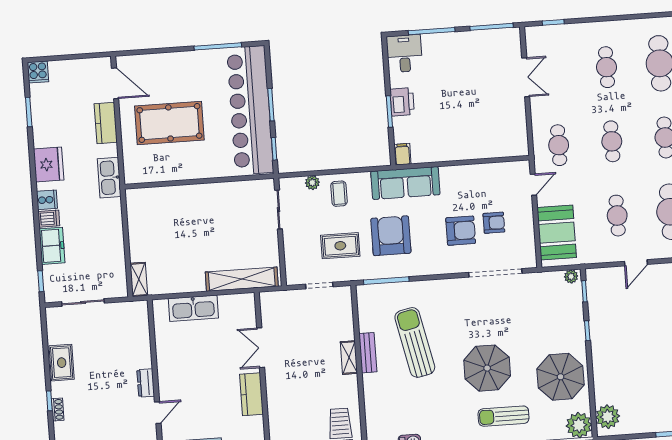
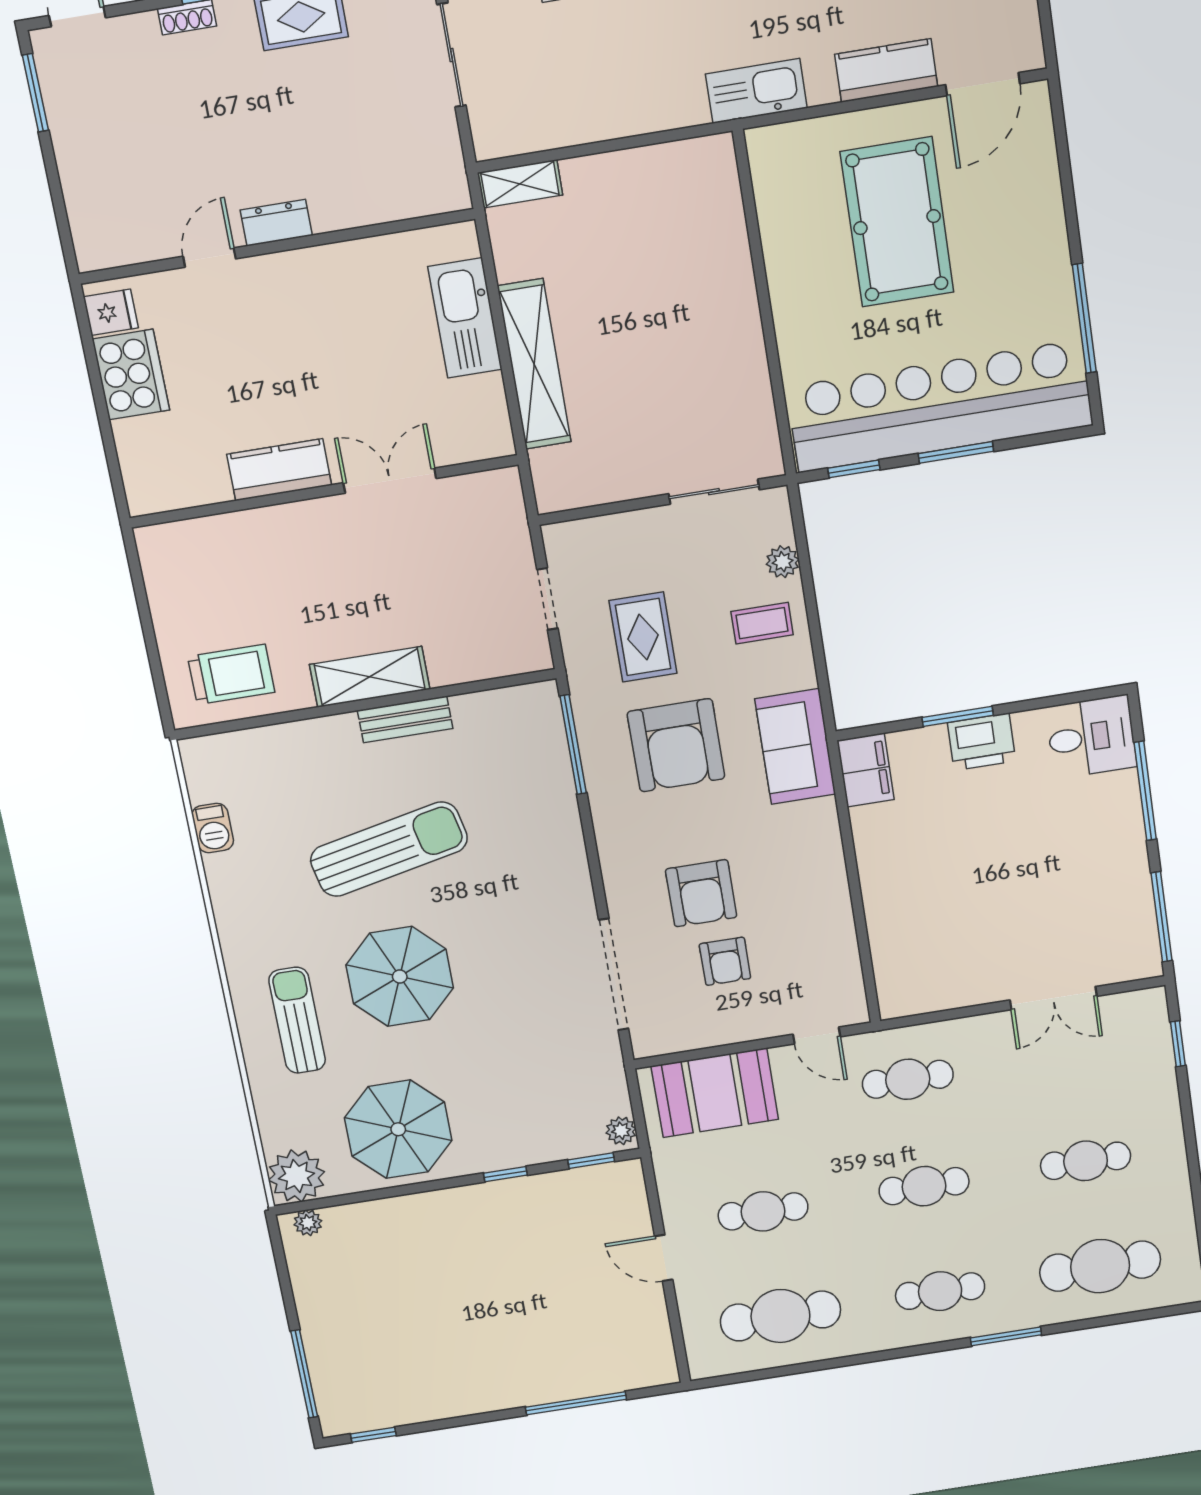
filing cabinet: (402, 154) -> (866, 770), width x2.00
sofa: (405, 183) -> (795, 747), width x0.73
armchair: (391, 236) -> (676, 745), turned 90
shelving: (242, 279) -> (534, 364), moved
sun lounger: (415, 342) -> (389, 849), moved
shelving: (349, 358) -> (370, 677), width x1.50, depth x1.33
door: (158, 413) -> (209, 258), swing flipped
plant: (608, 417) -> (308, 1223), width x0.53, depth x0.53

